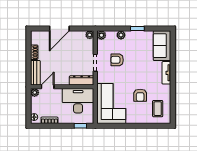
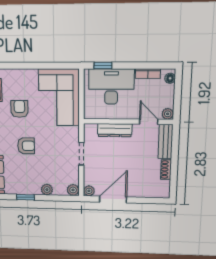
door: (59, 29) -> (113, 200), moved
armchair: (117, 60) -> (26, 146), moved
dresser: (82, 80) -> (115, 130), moved
door: (48, 87) -> (149, 122), swing flipped
desk: (78, 101) -> (111, 87), moved, turned 180

